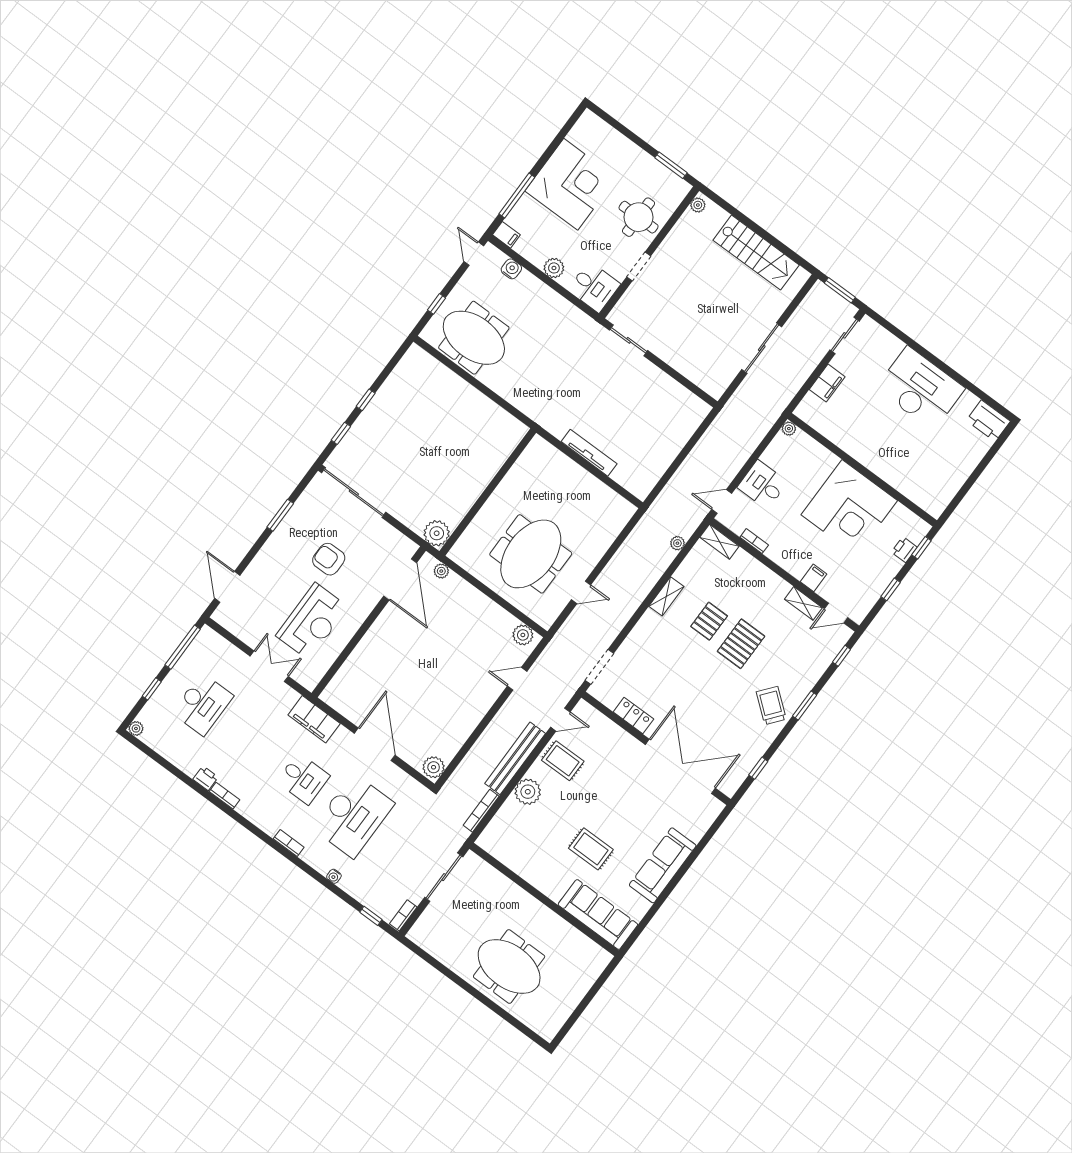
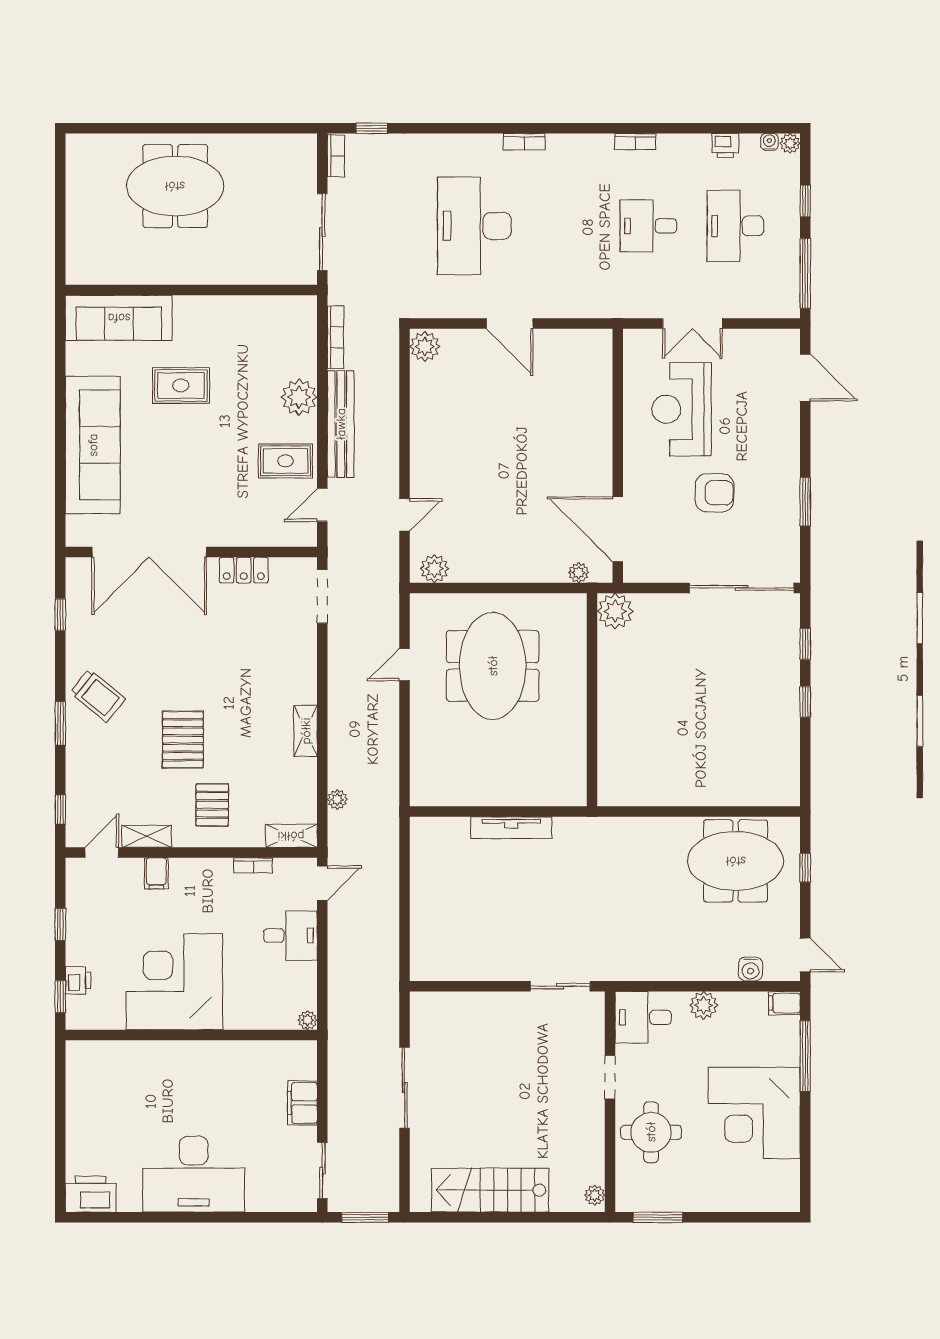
pallet: (709, 621) -> (212, 805), moved
filing cabinet: (314, 719) -> (598, 301), removed
door: (375, 744) -> (510, 323), width x0.73
printer: (206, 778) -> (725, 145), moved
desk: (303, 779) -> (648, 226), moved
sofa: (663, 865) -> (93, 445), width x1.36, depth x1.27
water cooler: (334, 876) -> (769, 142), moved

